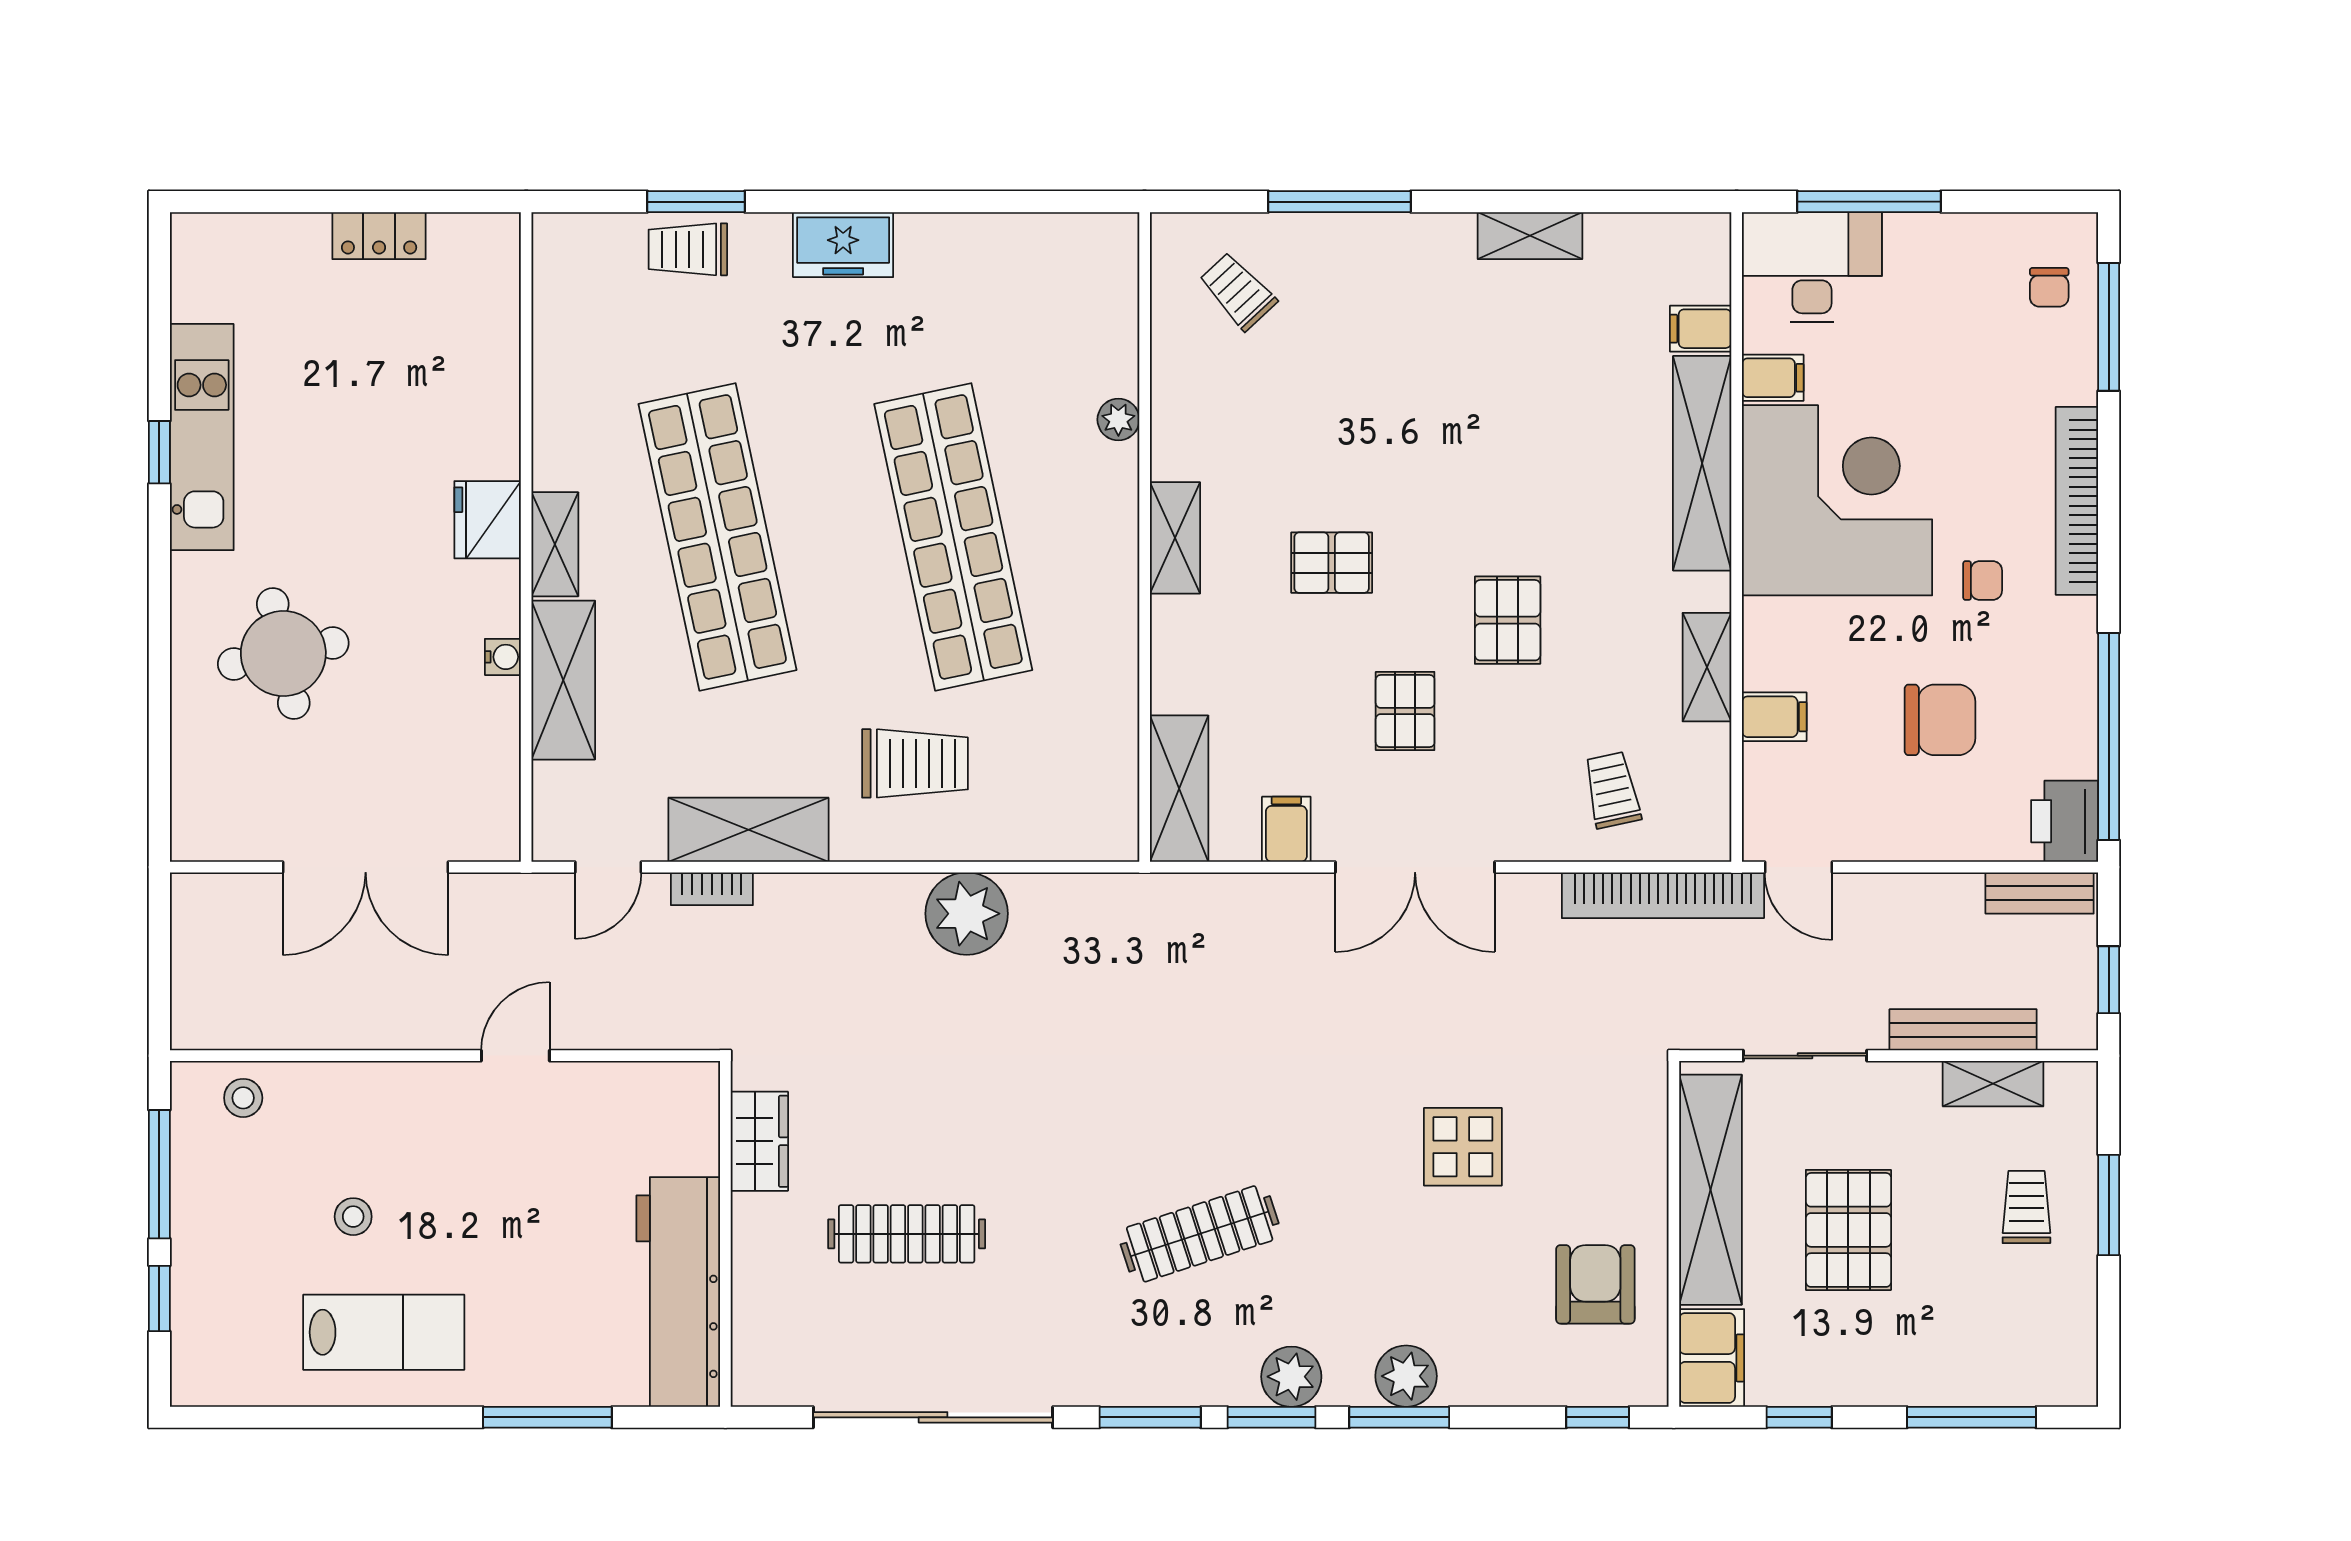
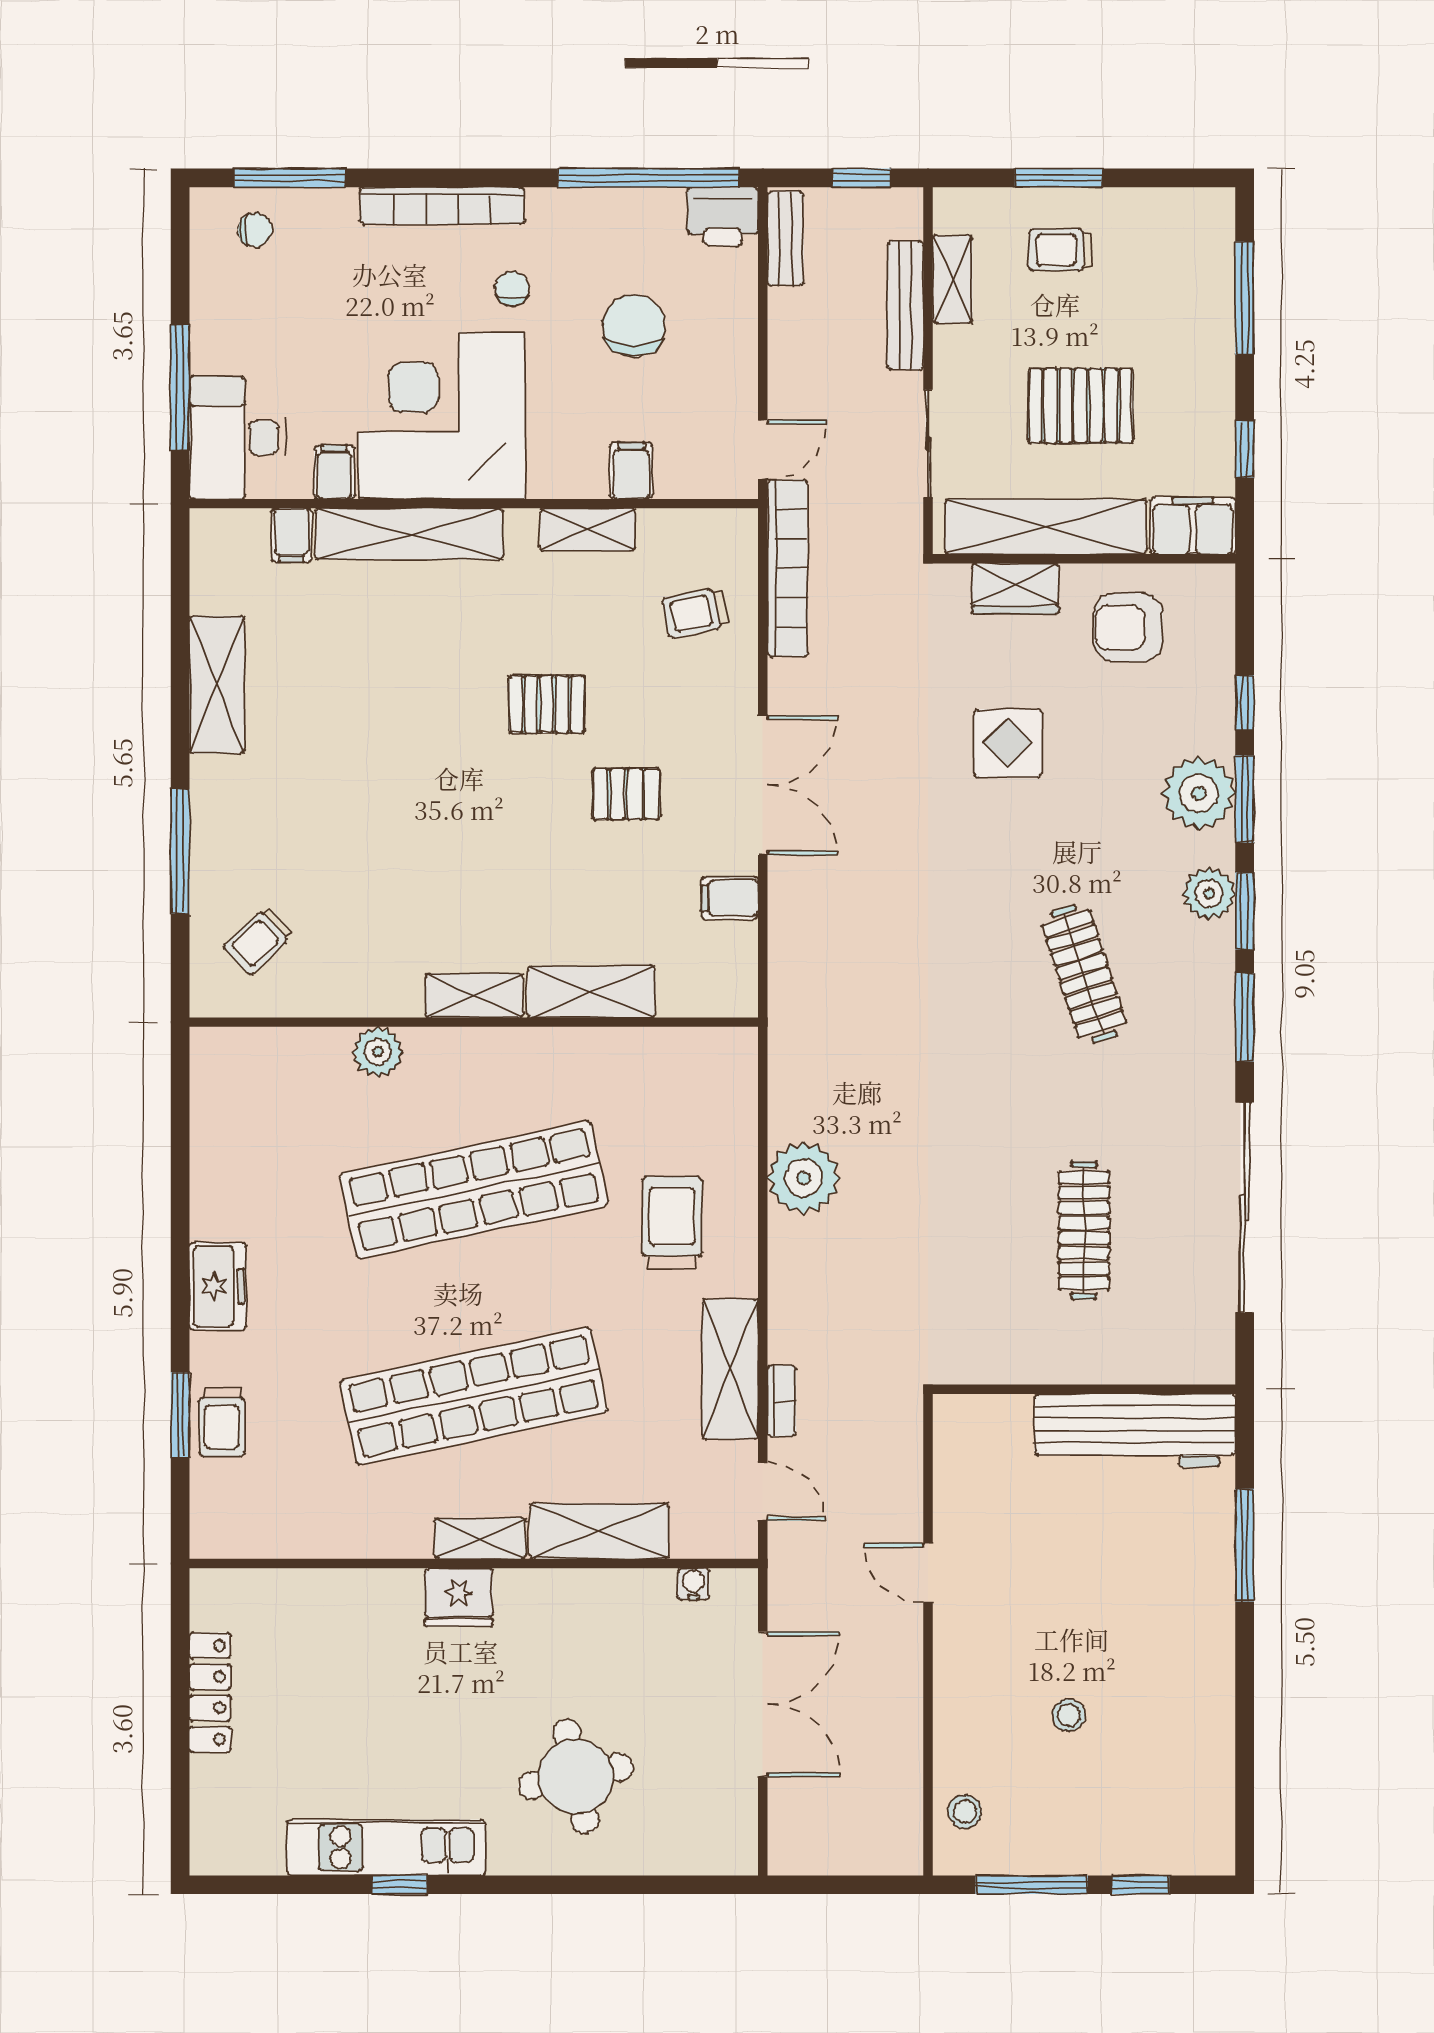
locker: (379, 236) -> (210, 1692), width x1.53
shelving: (1530, 236) -> (217, 685), width x1.50, depth x1.33
plant: (1118, 420) -> (378, 1052), width x1.38, depth x1.38
pallet: (1332, 563) -> (496, 858), removed
water cooler: (503, 657) -> (693, 1584), moved
shelving: (1179, 789) -> (591, 992), moved
wardrobe: (759, 1141) -> (1015, 588), moved, turned 180
lab bench: (384, 1332) -> (1170, 1688), removed
plant: (1406, 1376) -> (1199, 793), width x1.36, depth x1.36
window: (1598, 1417) -> (1245, 703), moved

